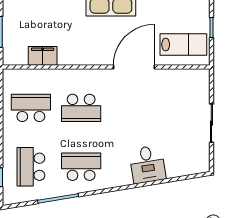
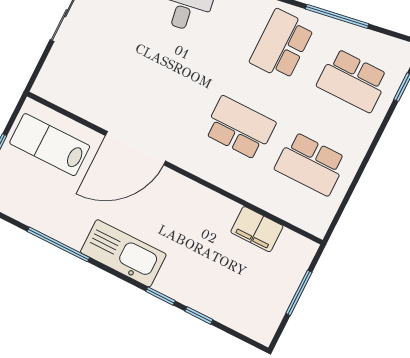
school desk: (31, 167) -> (353, 81), turned 90
school desk: (81, 167) -> (282, 45), turned 90

